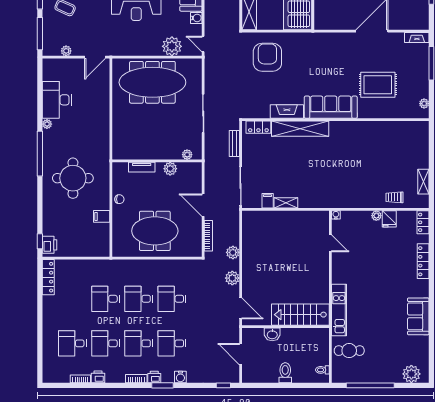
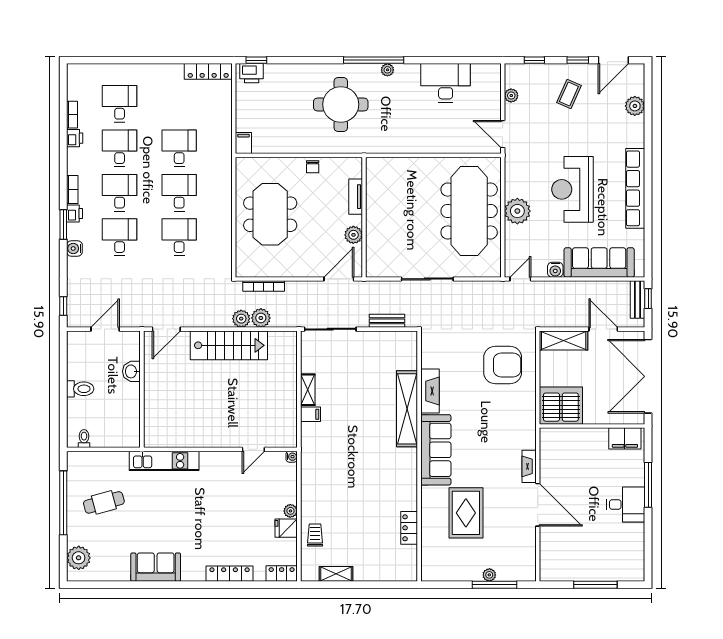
window: (40, 34) -> (534, 60), width x0.46
fireplace: (417, 37) -> (529, 466), moved
plant: (172, 46) -> (517, 211), moved
plant: (424, 104) -> (489, 575), moved
plant: (47, 124) -> (387, 70), moved
locker: (258, 127) -> (409, 528), moved
plant: (187, 155) -> (372, 258), removed
filing cabinet: (268, 201) -> (310, 414), moved
door: (203, 205) -> (339, 279), moved
filing cabinet: (102, 216) -> (243, 143), moved
plant: (232, 278) -> (261, 318), moved
stairs: (300, 315) -> (229, 345), moved, turned 90
cafe table: (349, 351) -> (104, 502), moved, turned 75

